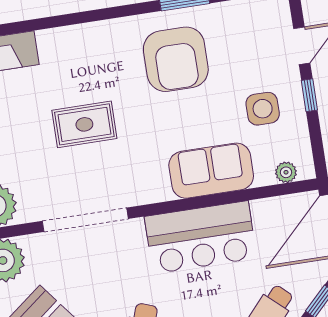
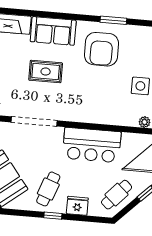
sofa: (211, 171) -> (53, 31), moved, turned 180

